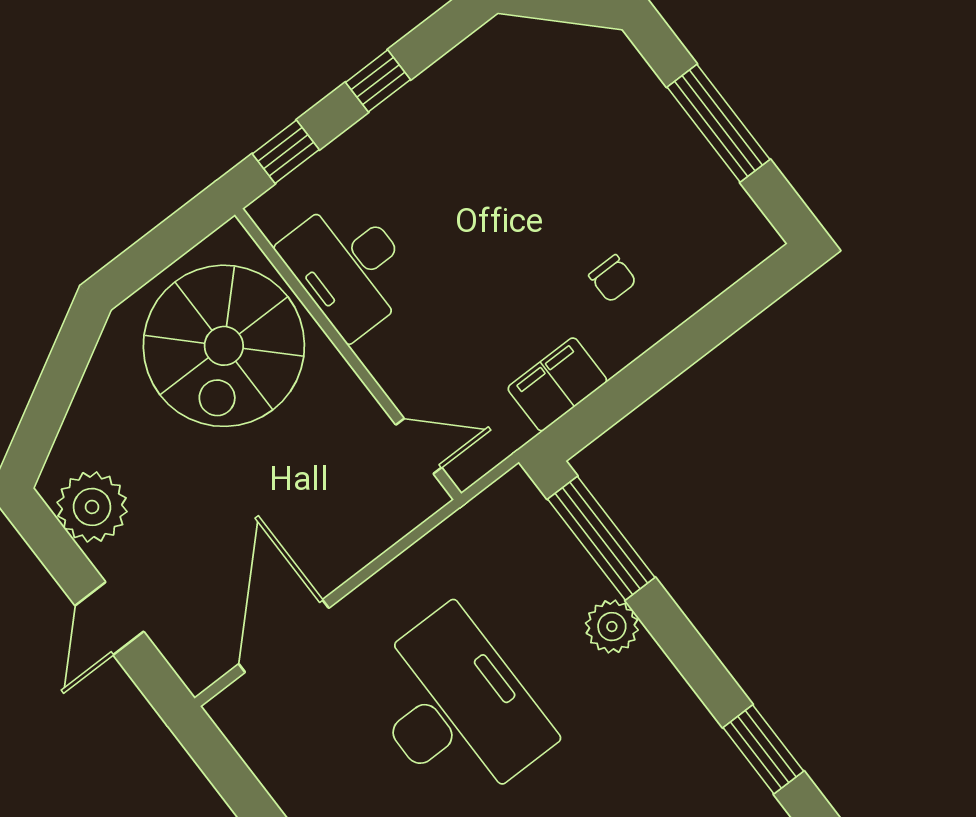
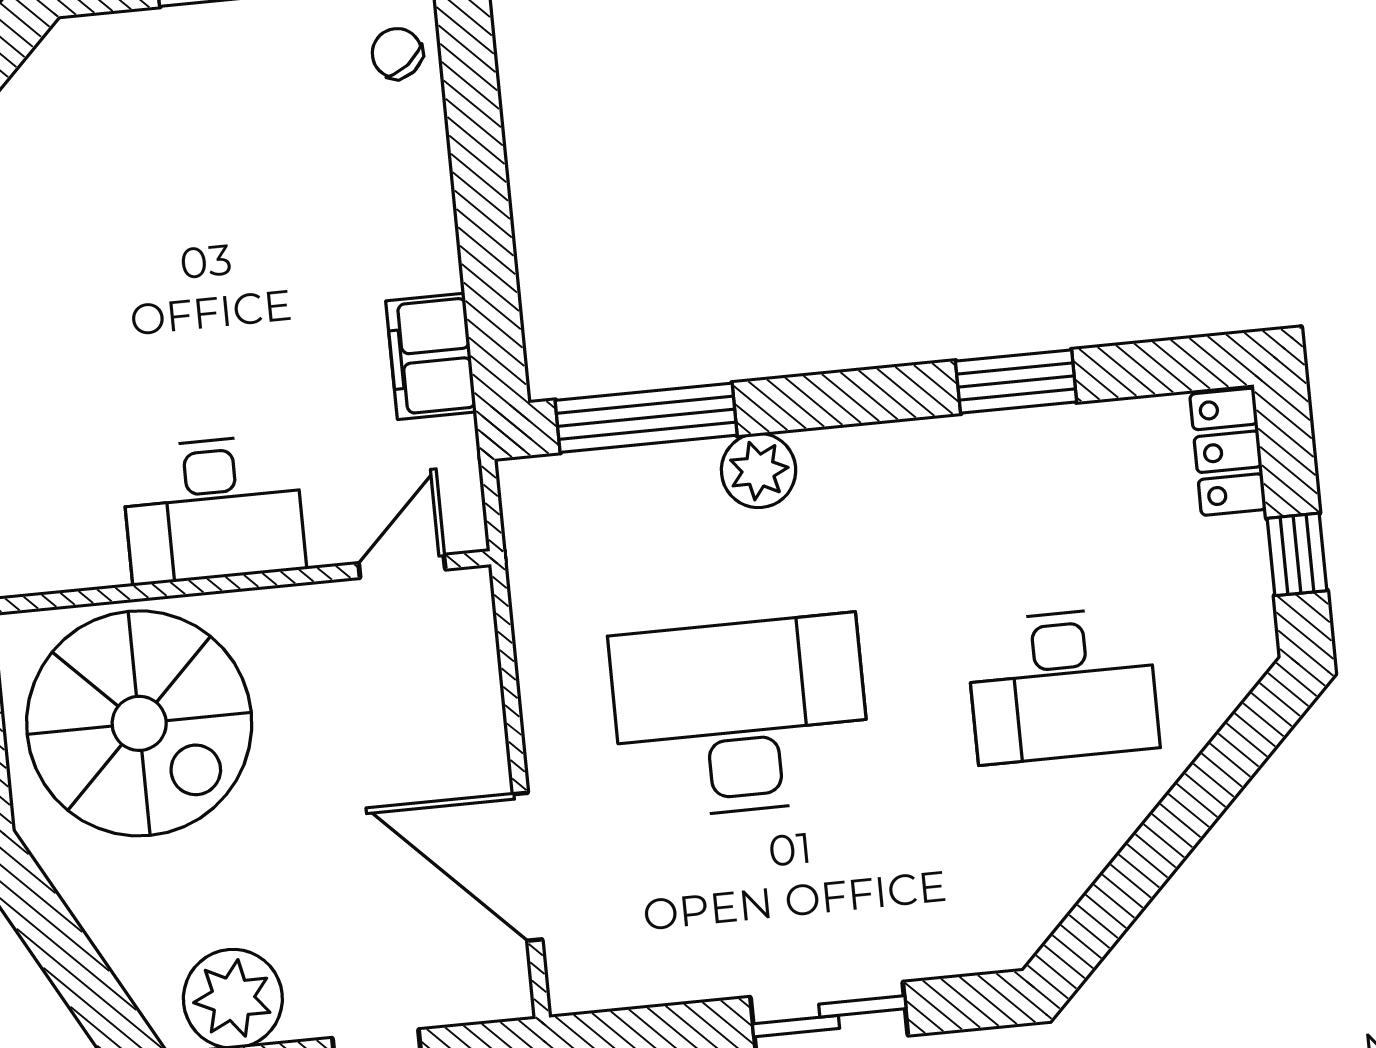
desk: (349, 267) -> (213, 509), moved
chair: (613, 279) -> (397, 53), moved, turned -128

